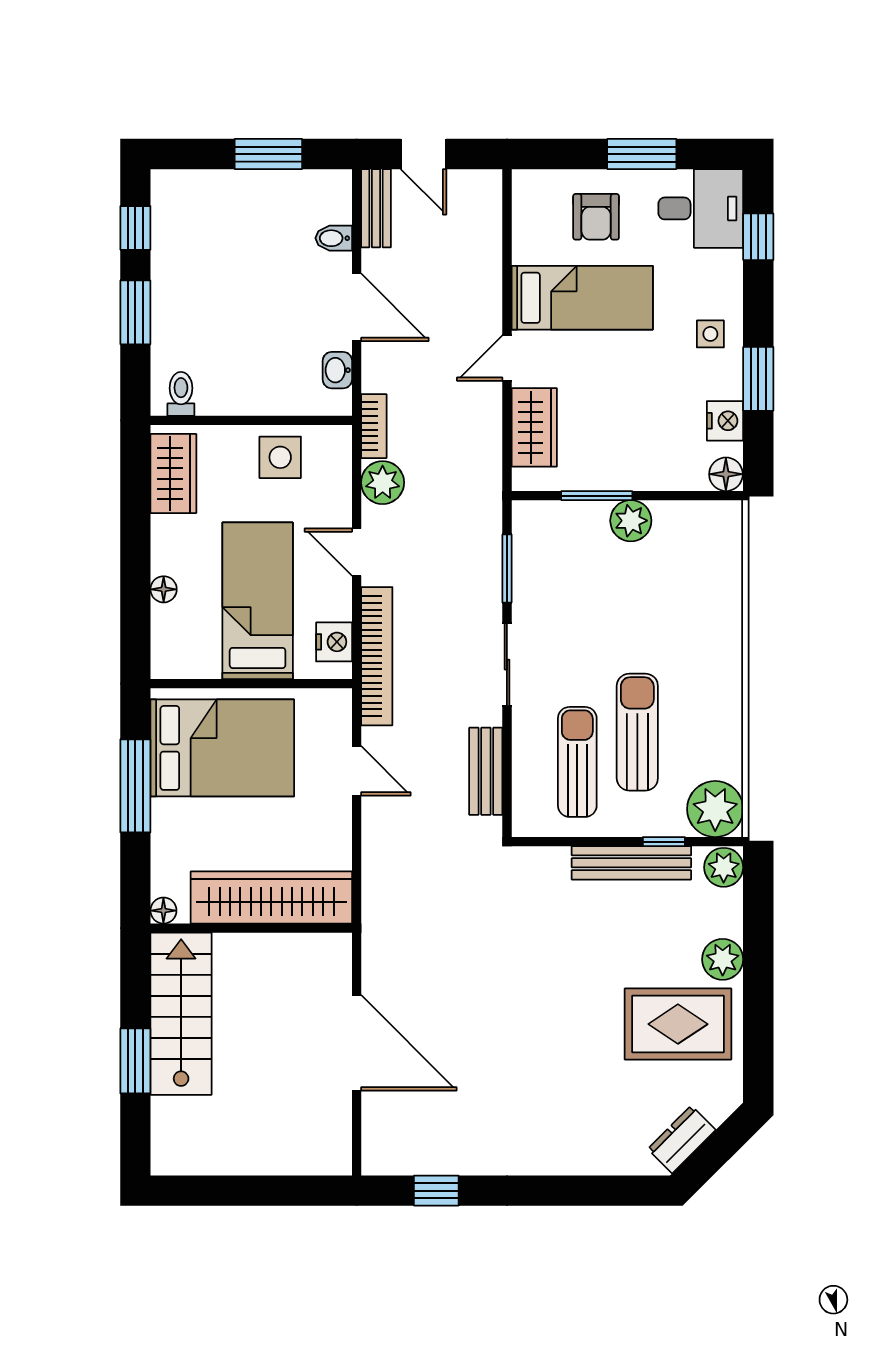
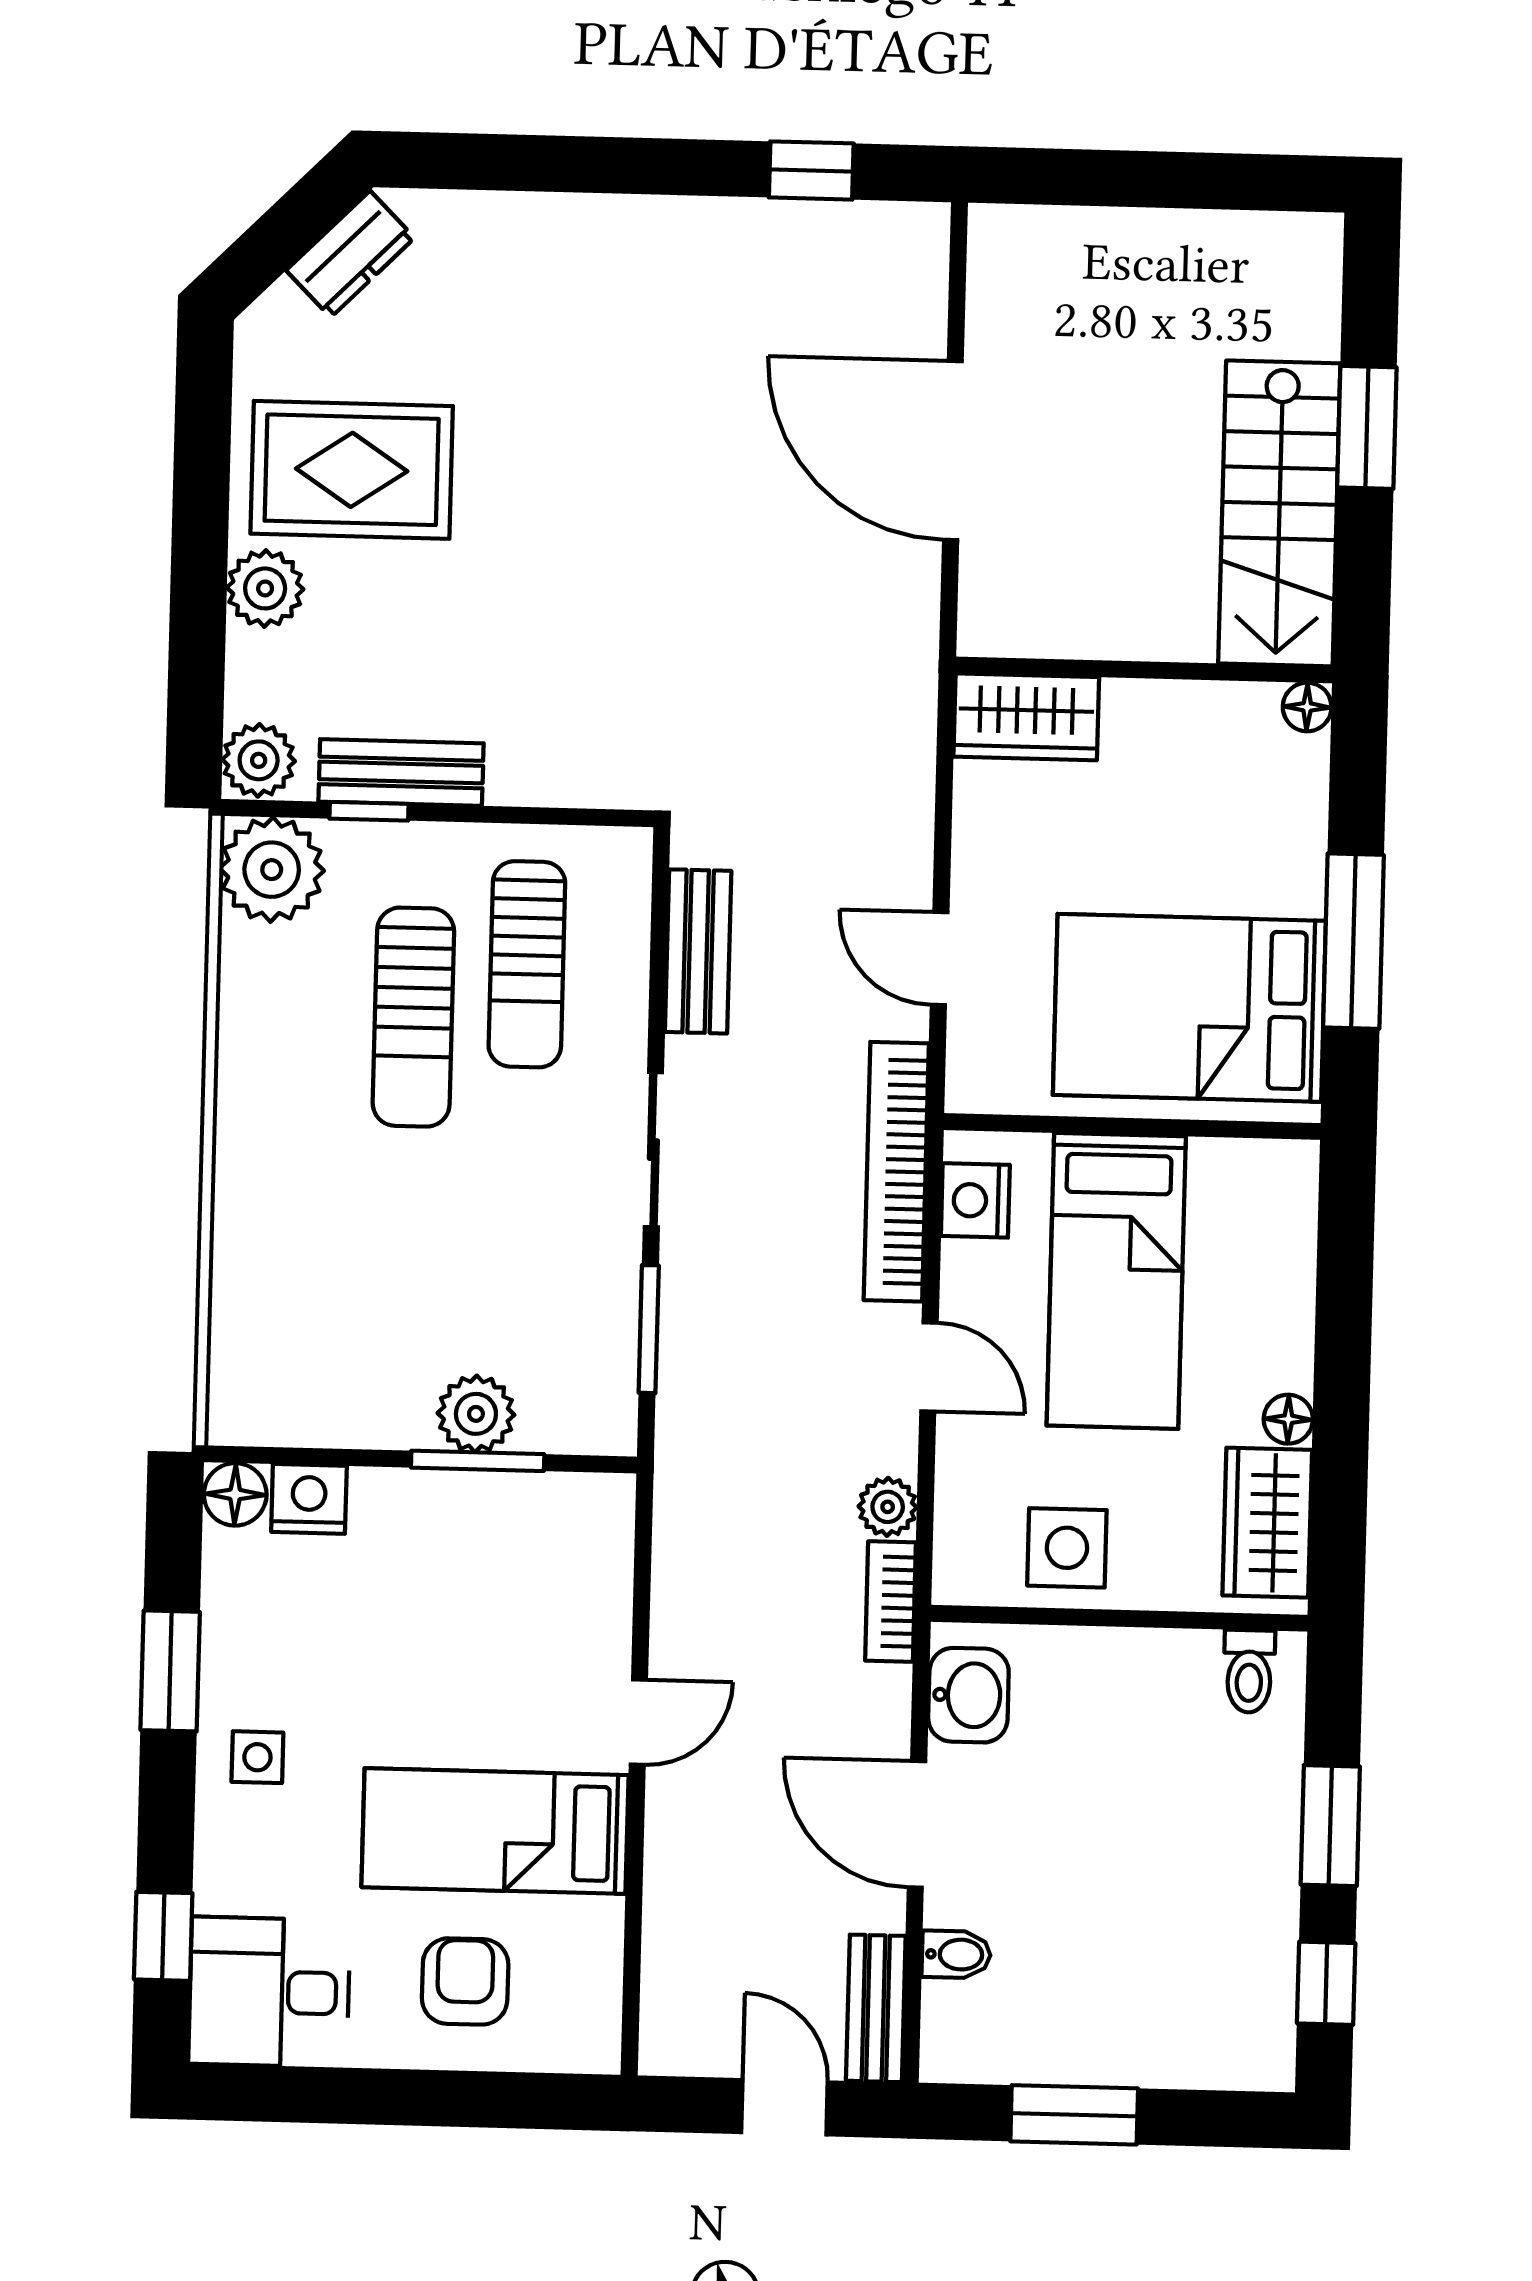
window: (642, 154) -> (377, 2097), removed
washbasin: (337, 370) -> (968, 1695), width x1.38, depth x1.45
nightstand: (725, 421) -> (309, 1499), moved, turned 90
wardrobe: (534, 427) -> (591, 1591), removed
plant: (383, 483) -> (888, 1507), width x0.73, depth x0.73
plant: (631, 521) -> (476, 1414), moved
floor lamp: (164, 589) -> (1288, 1419), moved
bench: (631, 863) -> (401, 772), width x0.73
wardrobe: (271, 897) -> (1026, 717), width x0.48, depth x0.85

